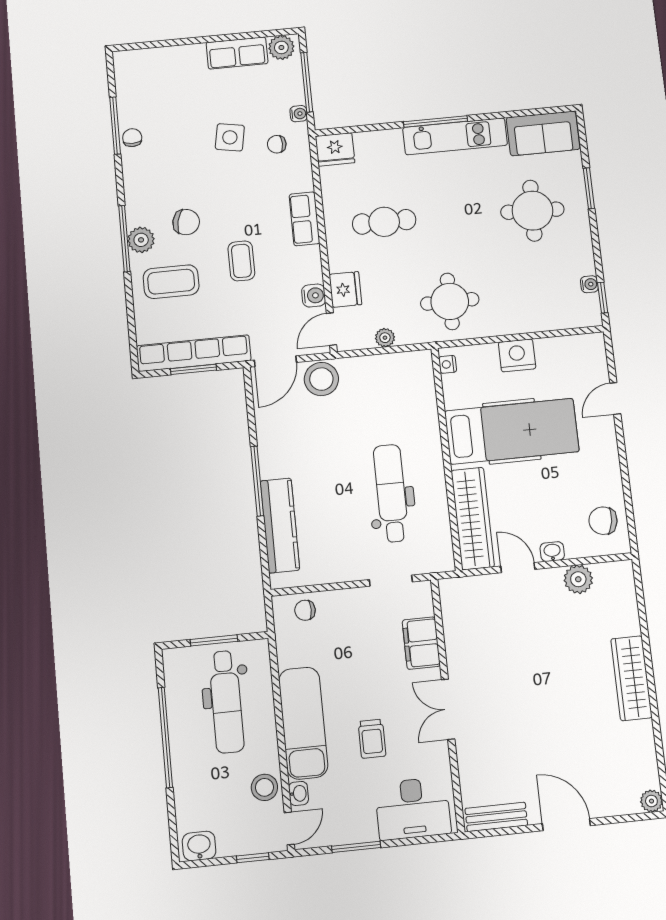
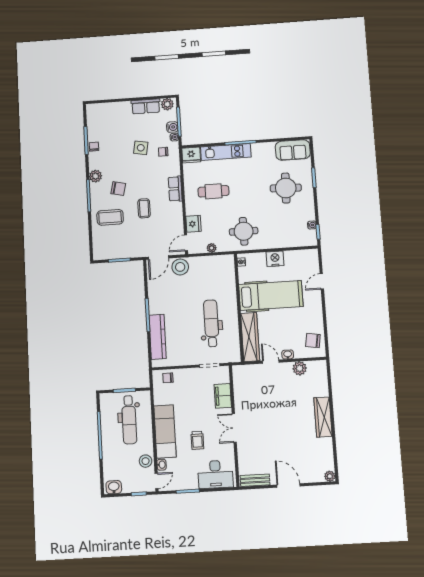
kitchen unit: (455, 136) -> (226, 152), moved
plant: (141, 240) -> (96, 176), moved
water cooler: (314, 296) -> (172, 127), moved
row of seats: (194, 353) -> (120, 252), removed

